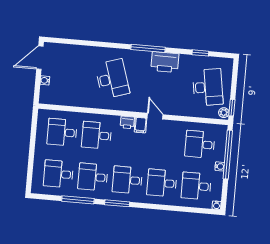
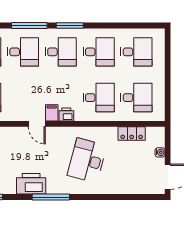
desk: (112, 79) -> (87, 160), turned 33
locker: (69, 100) -> (132, 133), added
window: (78, 200) -> (29, 25), moved

